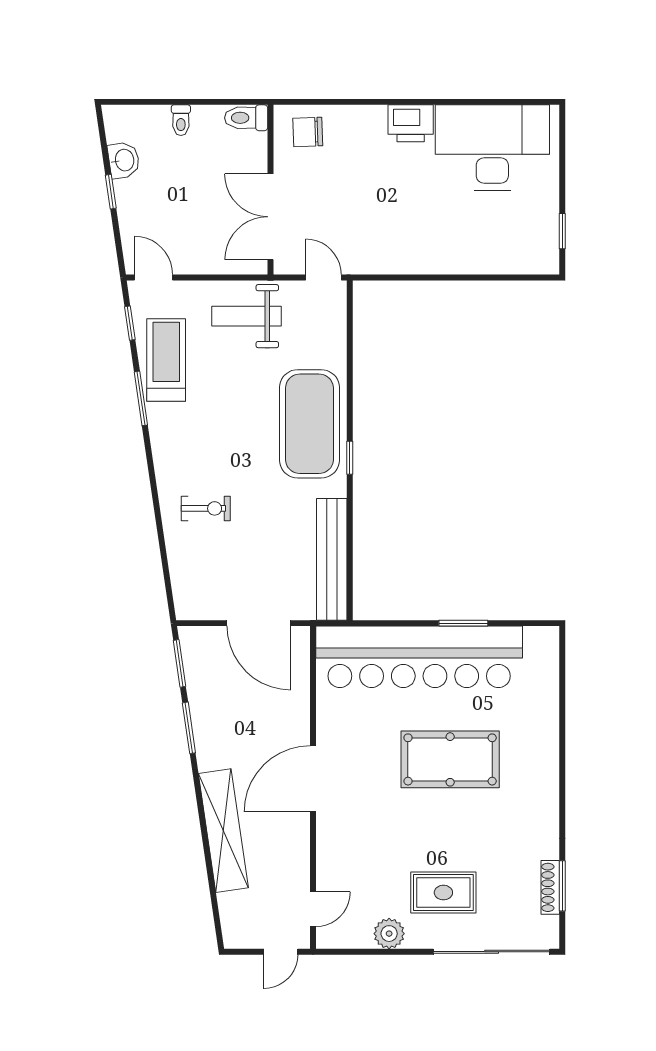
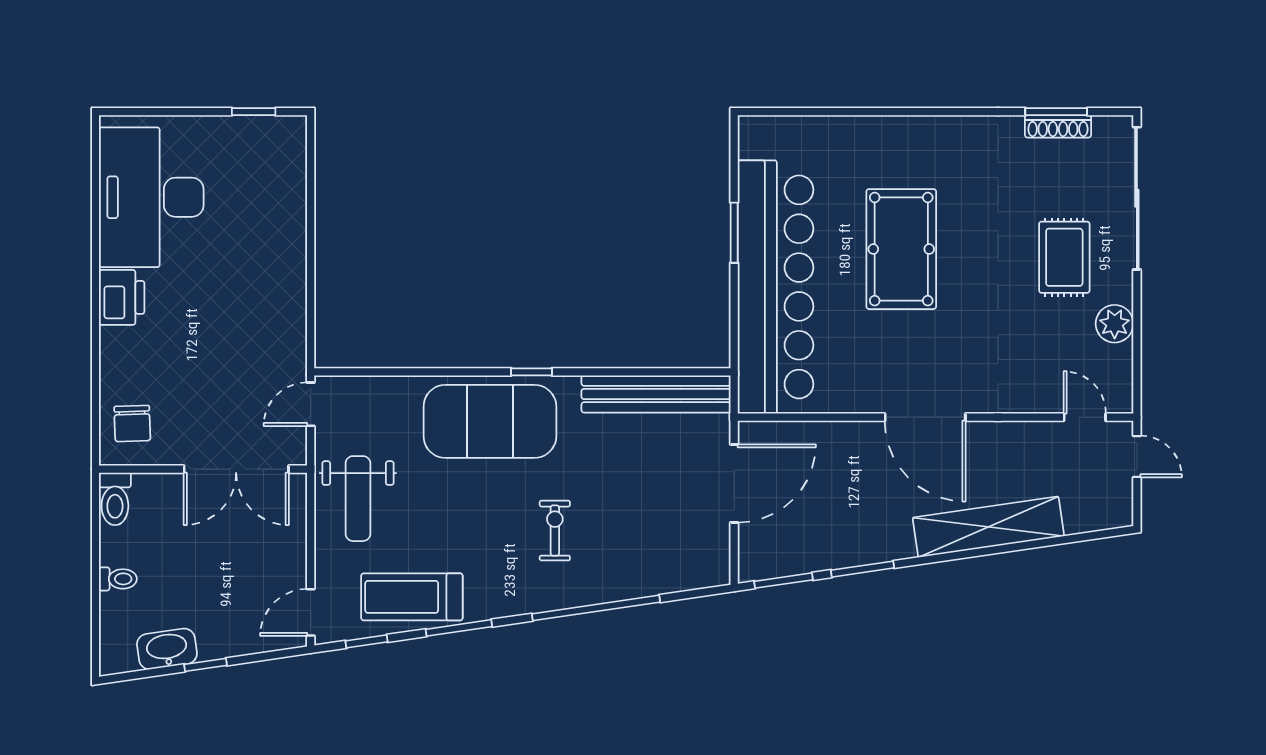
washbasin: (124, 160) -> (167, 649), width x1.38
exercise bike: (206, 508) -> (555, 530), moved
window: (157, 510) -> (596, 608), added

